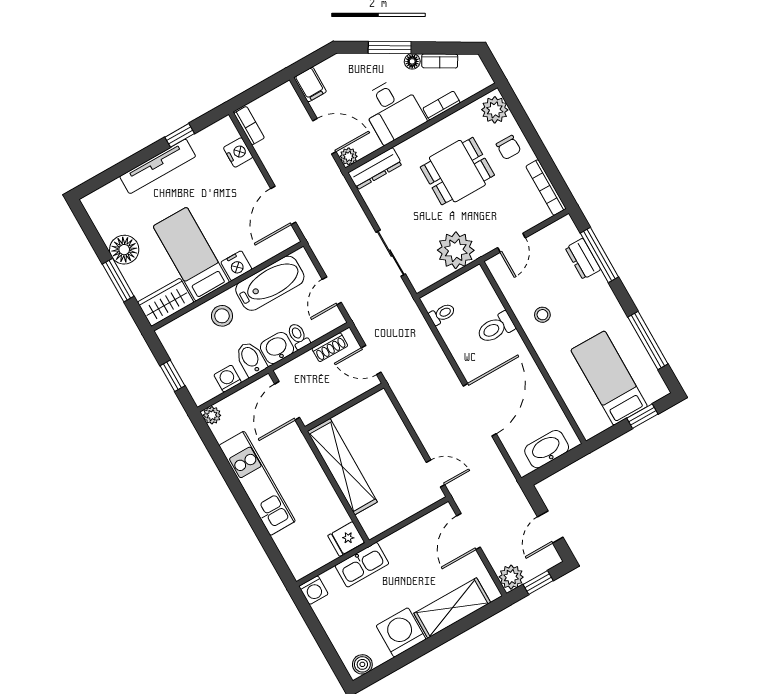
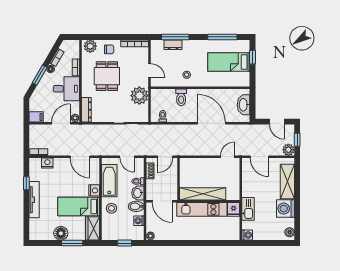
kitchen unit: (257, 483) -> (202, 209), moved, turned 180

